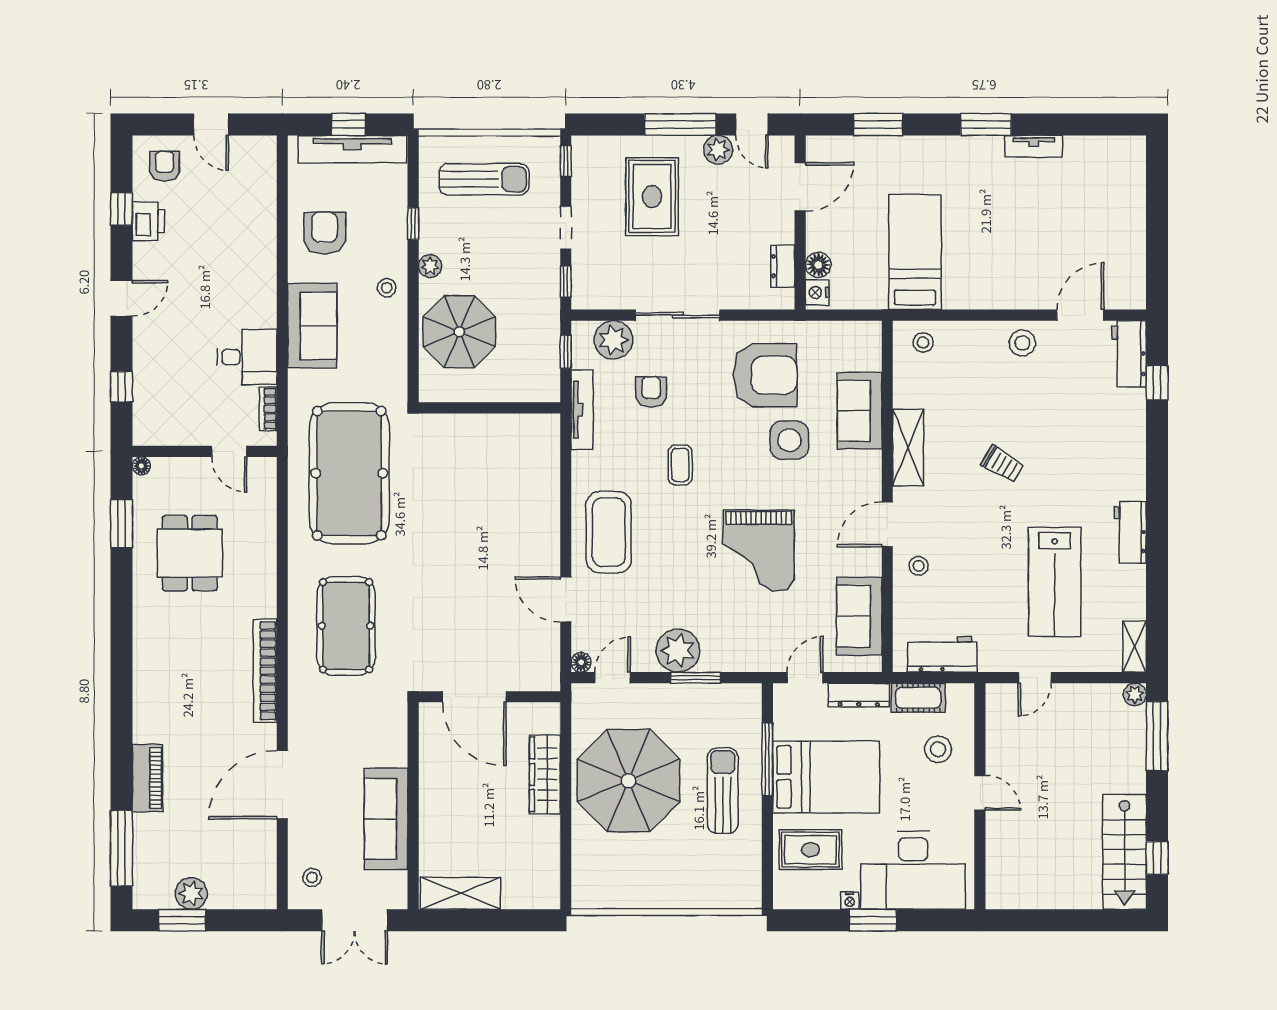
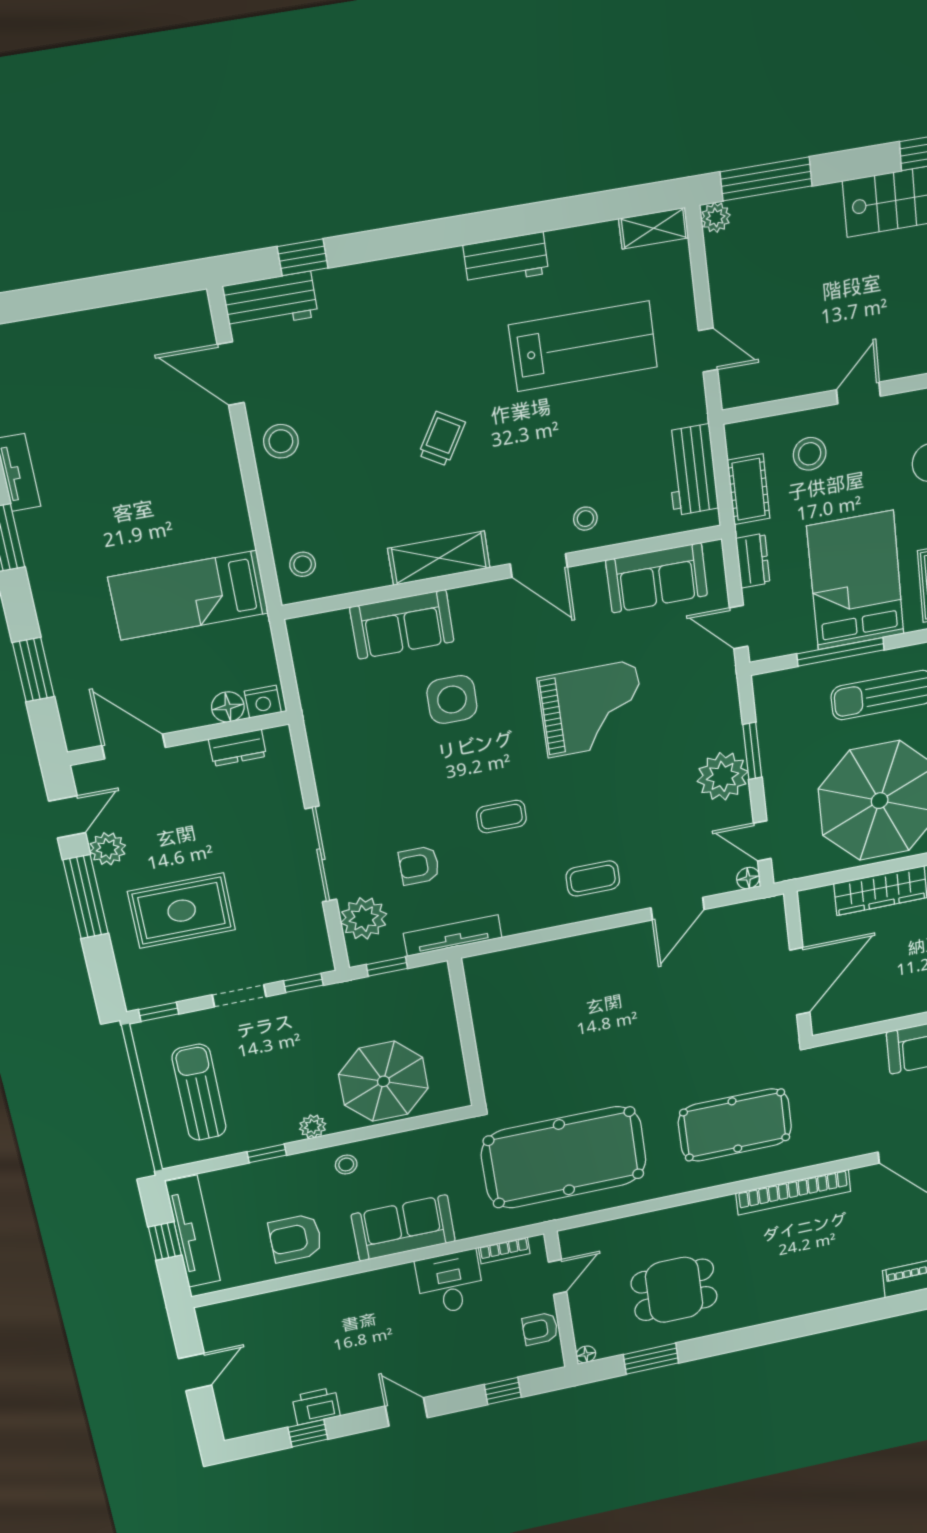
armchair: (165, 166) -> (540, 1329), moved
armchair: (765, 375) -> (377, 742), removed
coffee table: (609, 532) -> (593, 878), width x0.54, depth x0.58
dresser: (859, 695) -> (753, 561), width x0.70

